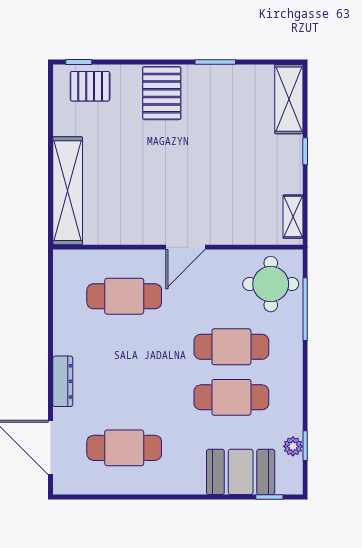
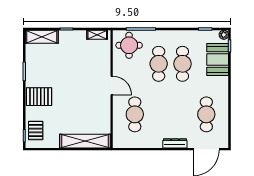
plant: (293, 446) -> (224, 35), moved

